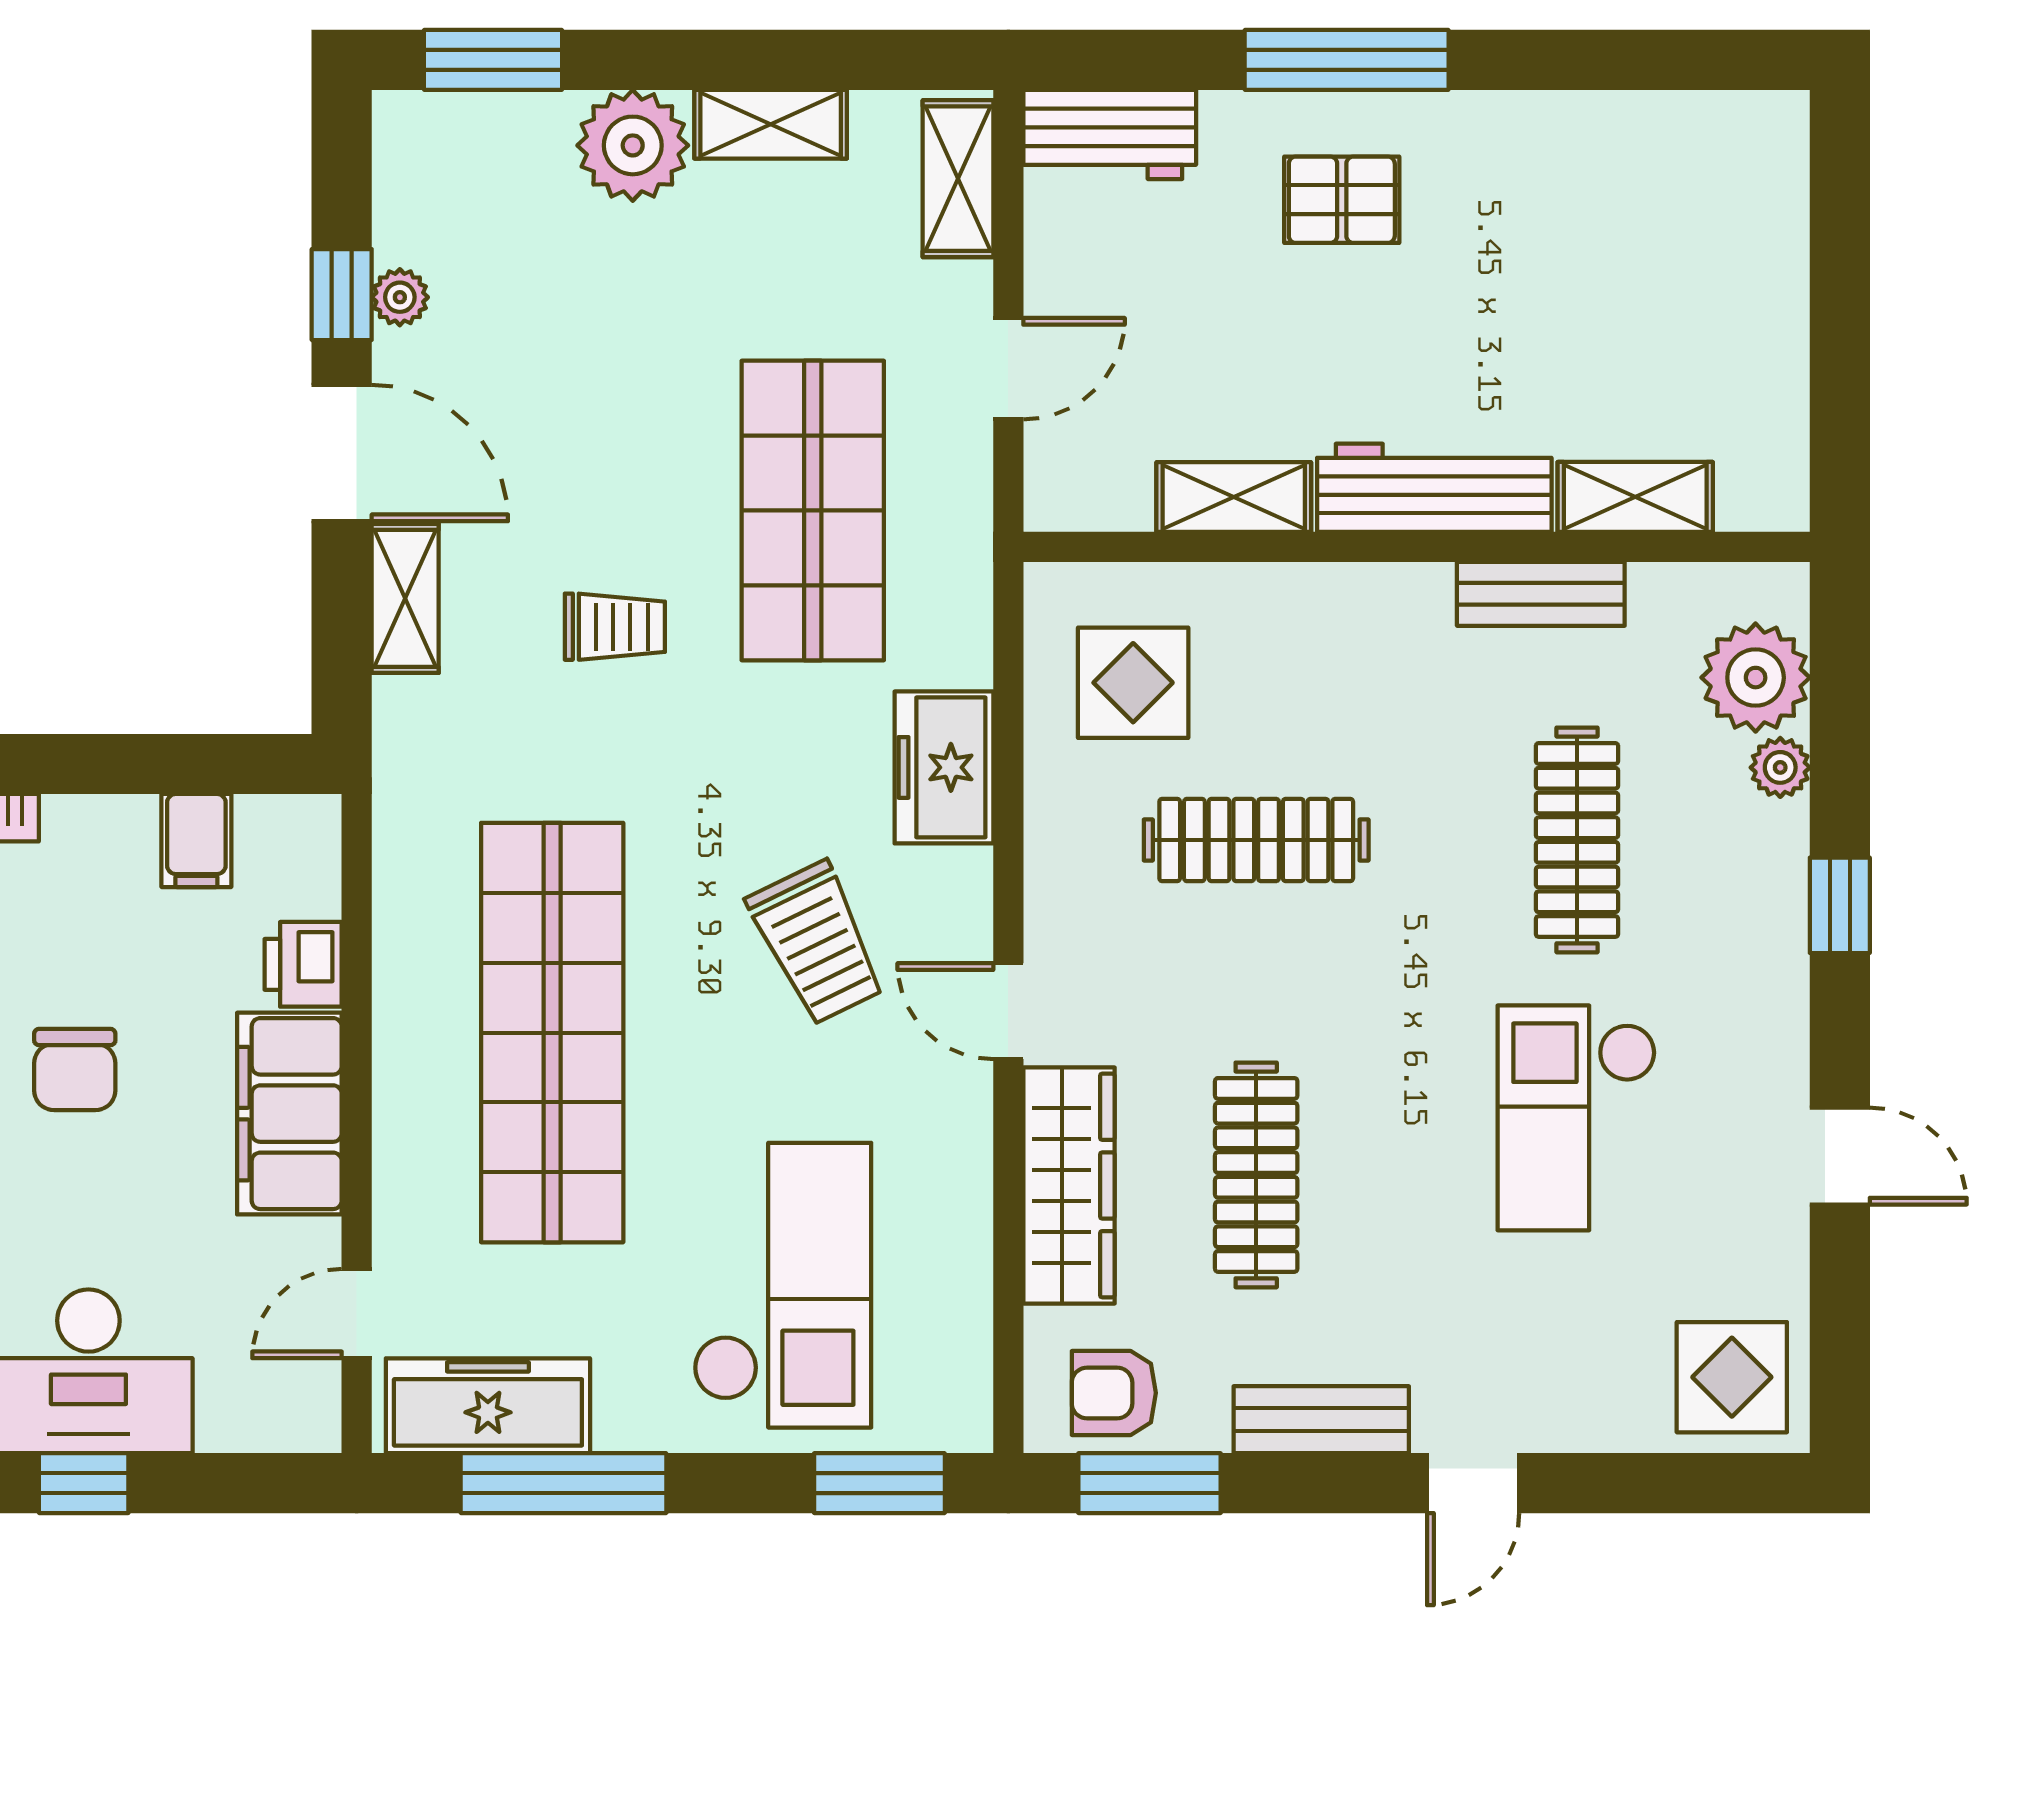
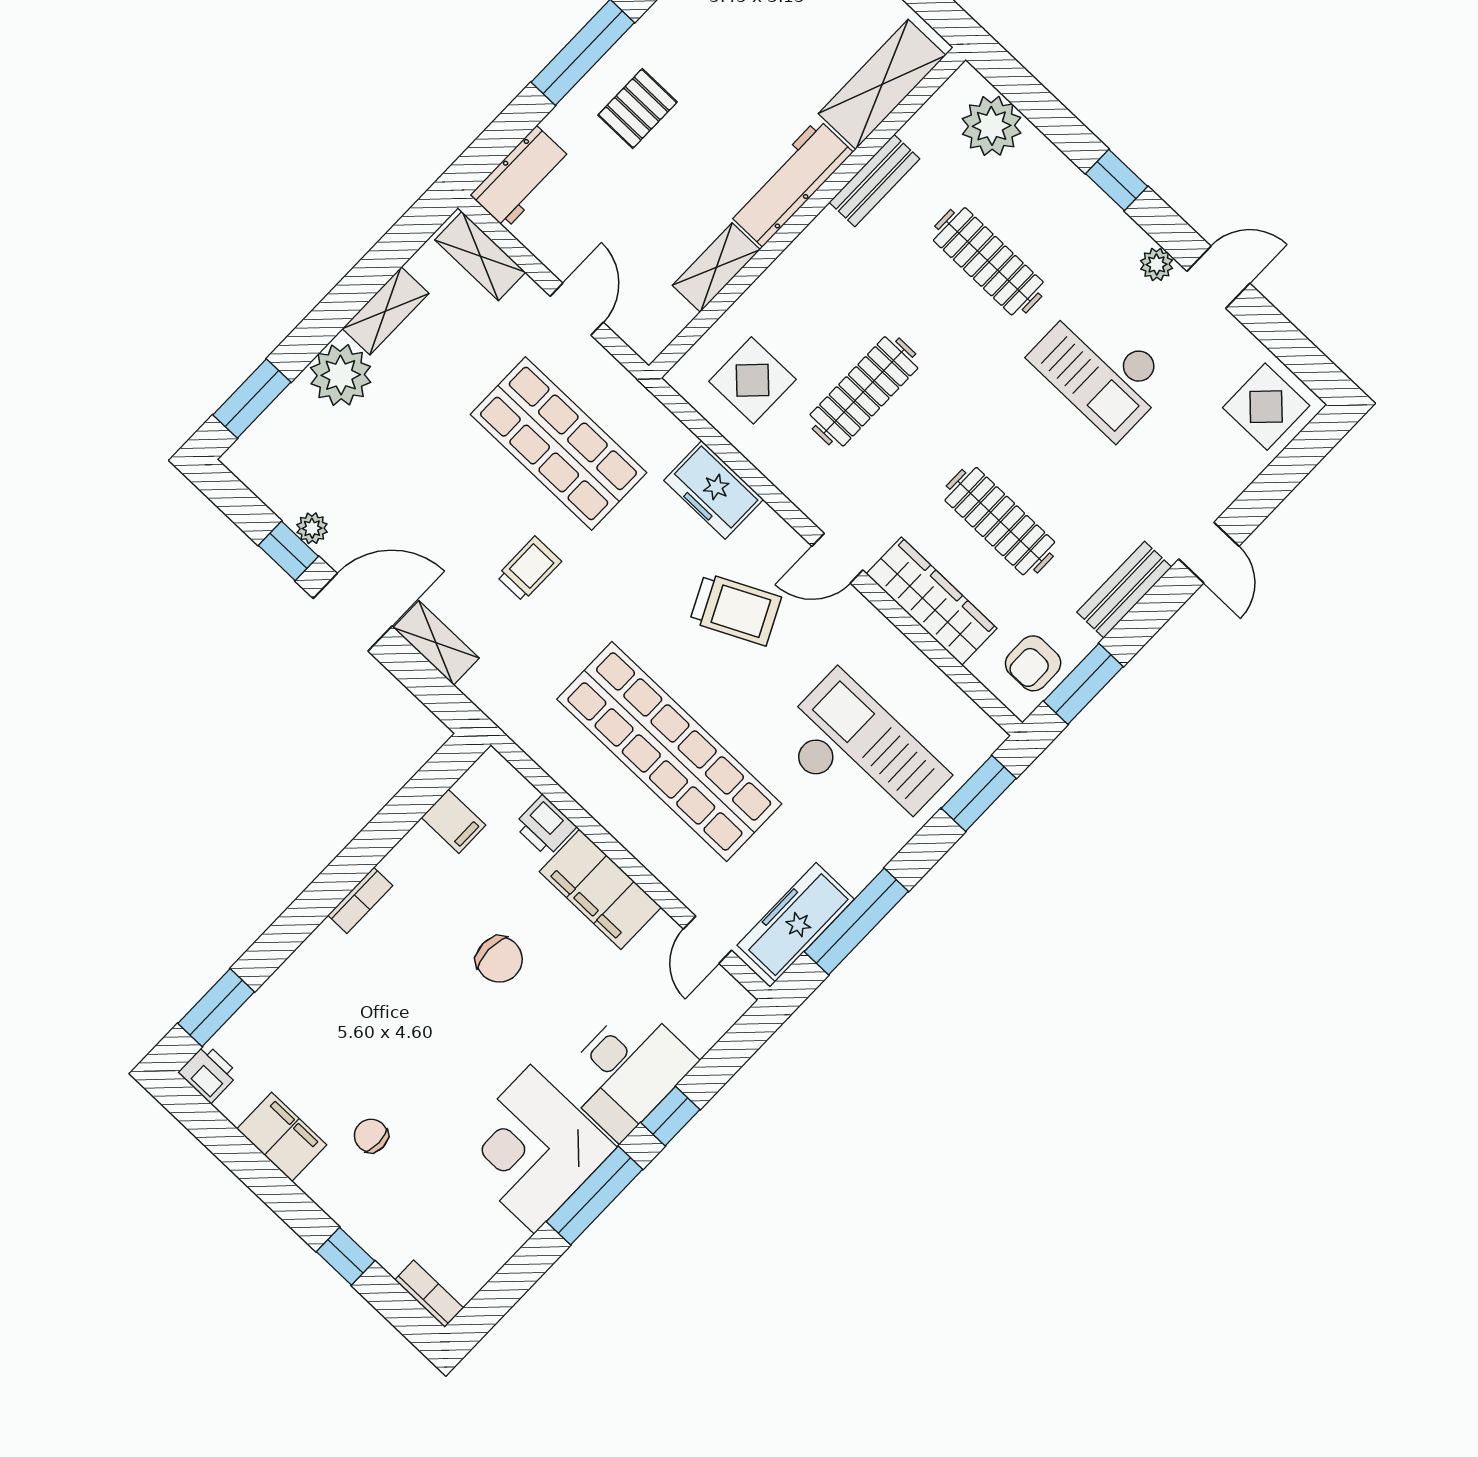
shelving: (1635, 497) -> (882, 84), width x1.50, depth x1.33
plant: (1780, 767) -> (1157, 264), moved

